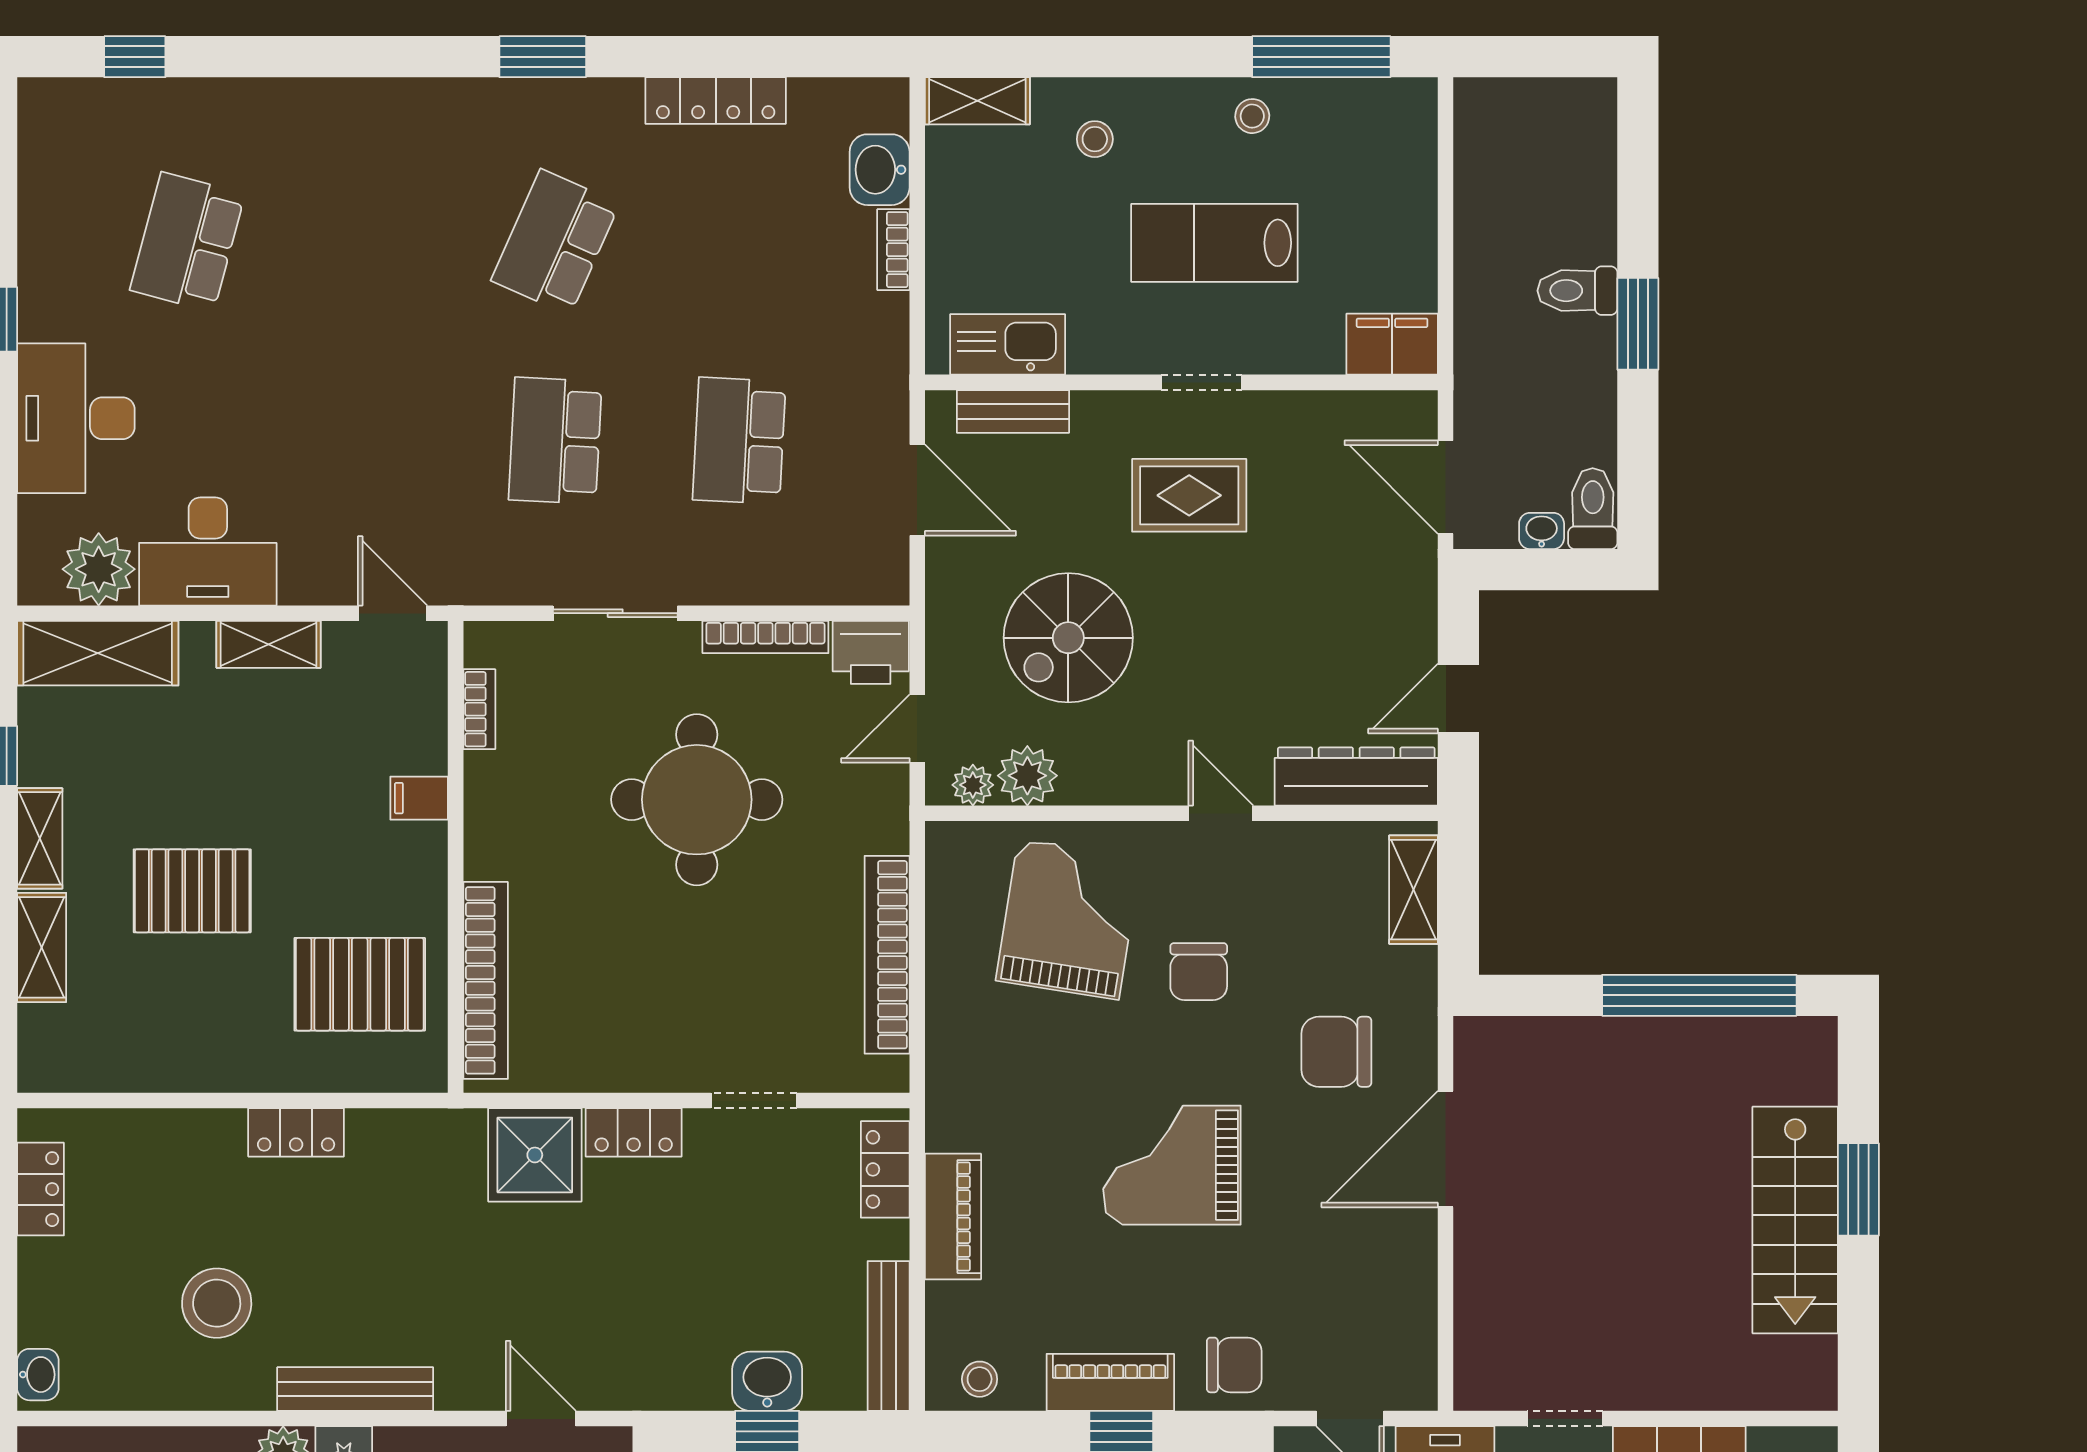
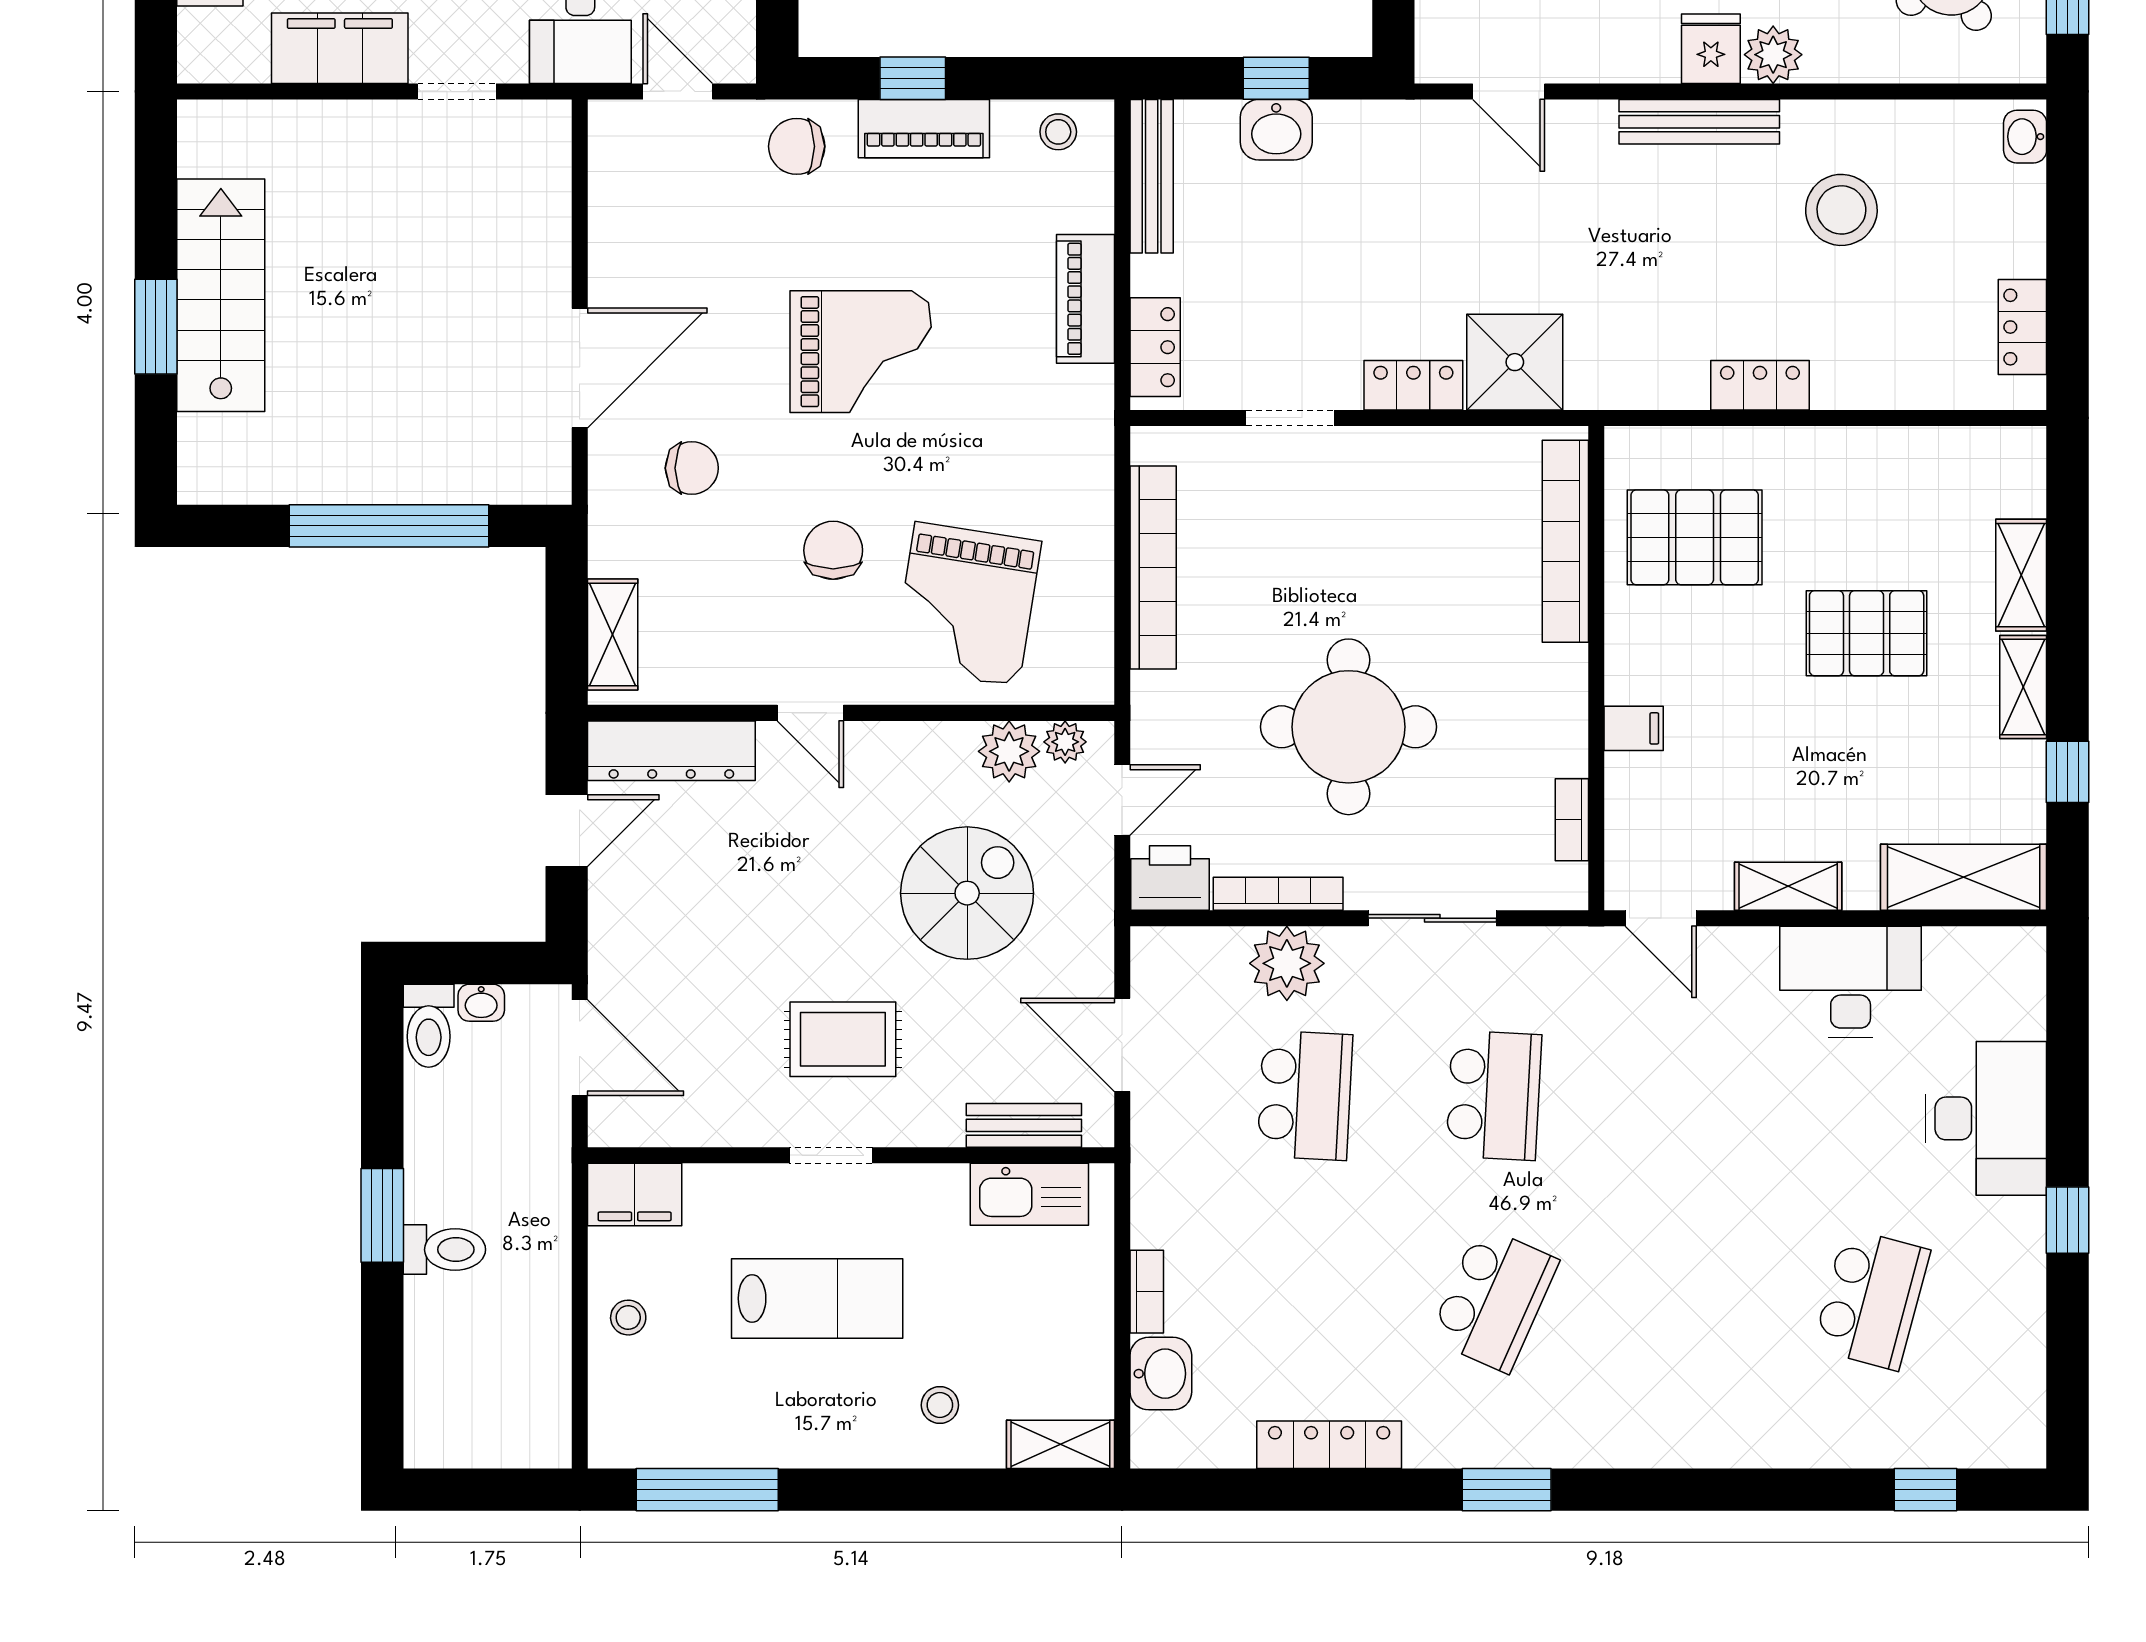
stool: (1252, 116) -> (628, 1318), moved
plant: (99, 569) -> (1287, 963), moved
window: (1699, 995) -> (389, 526), moved
chair: (1336, 1052) -> (692, 468), width x0.73, depth x0.73

